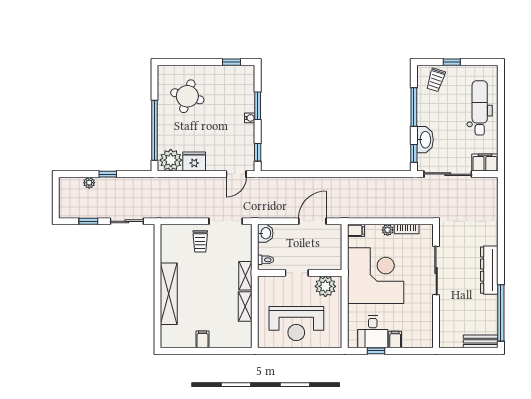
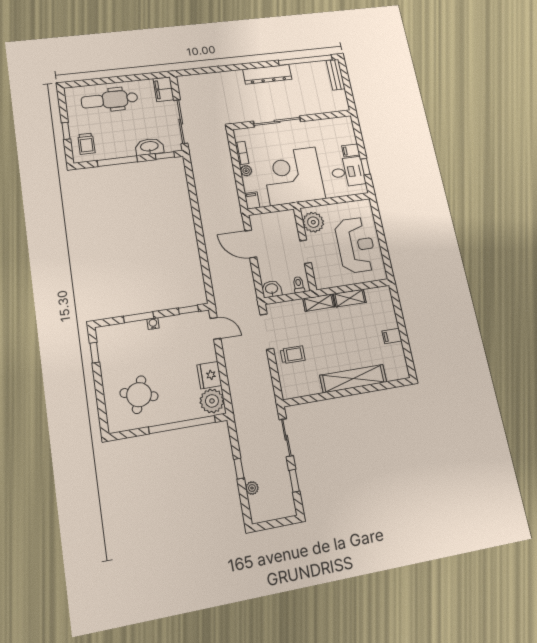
trolley: (436, 80) -> (86, 144), turned 72

